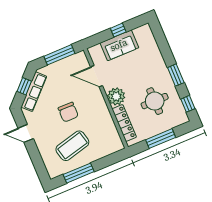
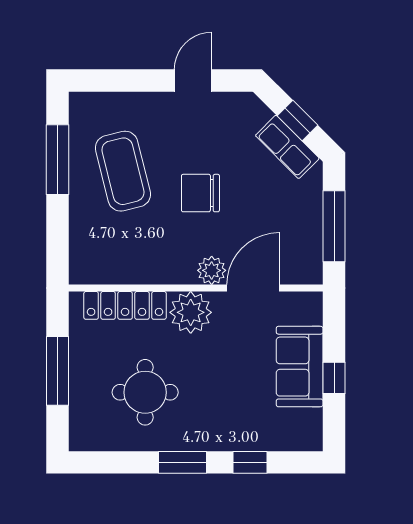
row of seats: (34, 92) -> (287, 147), width x0.68
plant: (96, 95) -> (212, 270), added
window: (188, 104) -> (250, 462), moved

